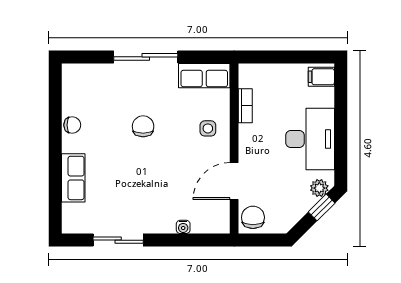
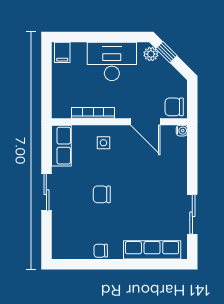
sliding door: (146, 57) -> (46, 192), width x0.73
bookcase: (245, 106) -> (93, 113), width x1.56
chair: (72, 125) -> (101, 251), turned -91
row of seats: (73, 178) -> (152, 250), width x1.48
water cooler: (183, 227) -> (182, 131), moved

